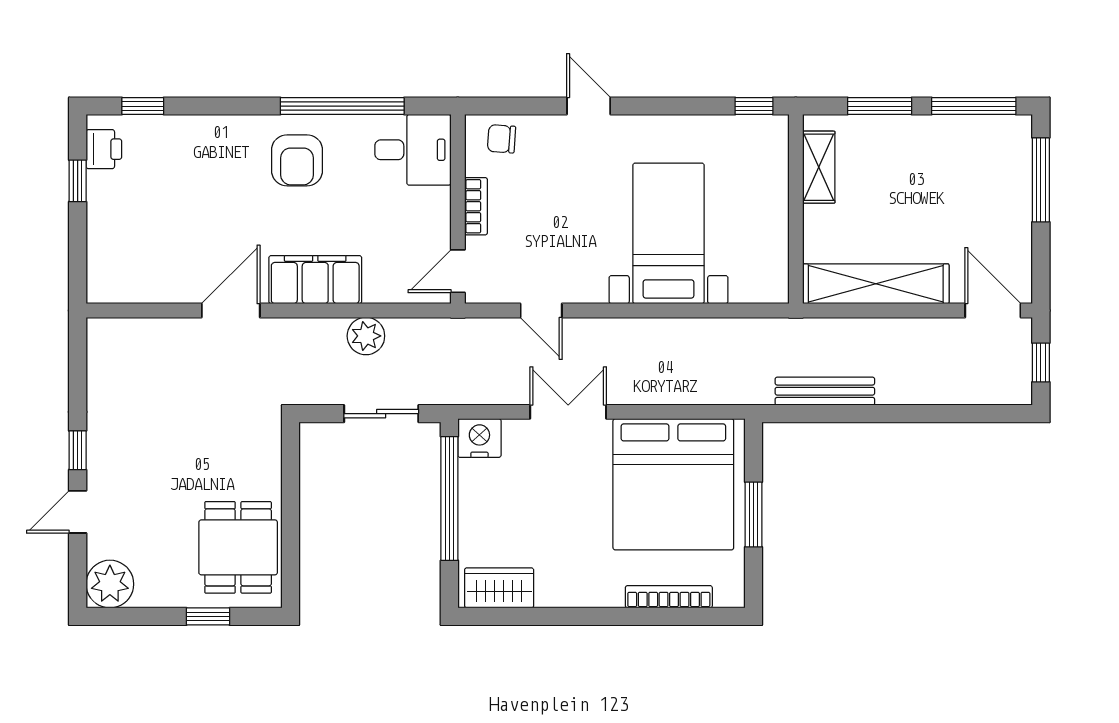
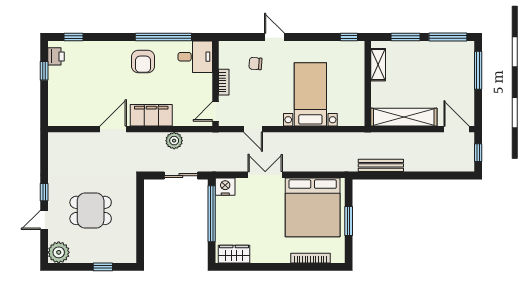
chair: (502, 139) -> (255, 64), moved
dining table: (238, 547) -> (91, 210), moved, turned 90

